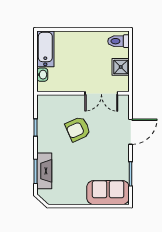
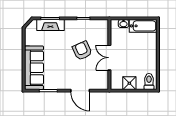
double door: (101, 93) -> (109, 58), moved
sofa: (108, 193) -> (34, 68), width x1.36

